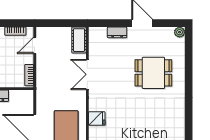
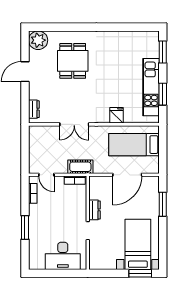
dresser: (117, 32) -> (34, 109), moved
plant: (180, 32) -> (38, 40), width x1.88, depth x1.88
cot: (79, 40) -> (80, 167), moved

